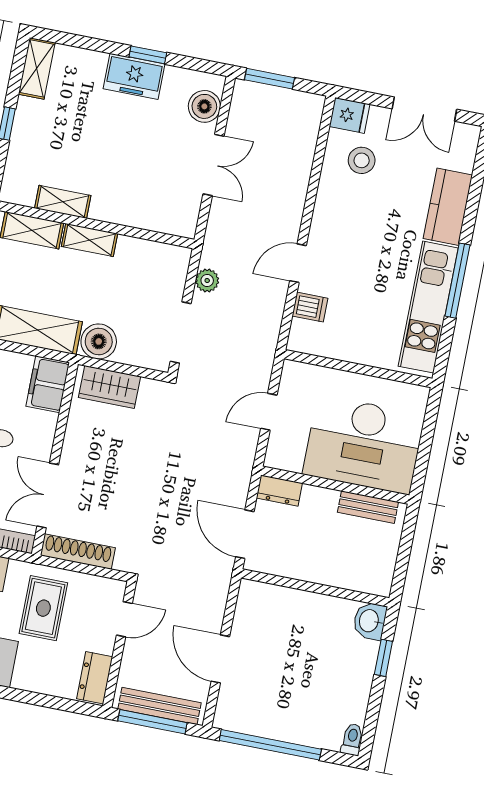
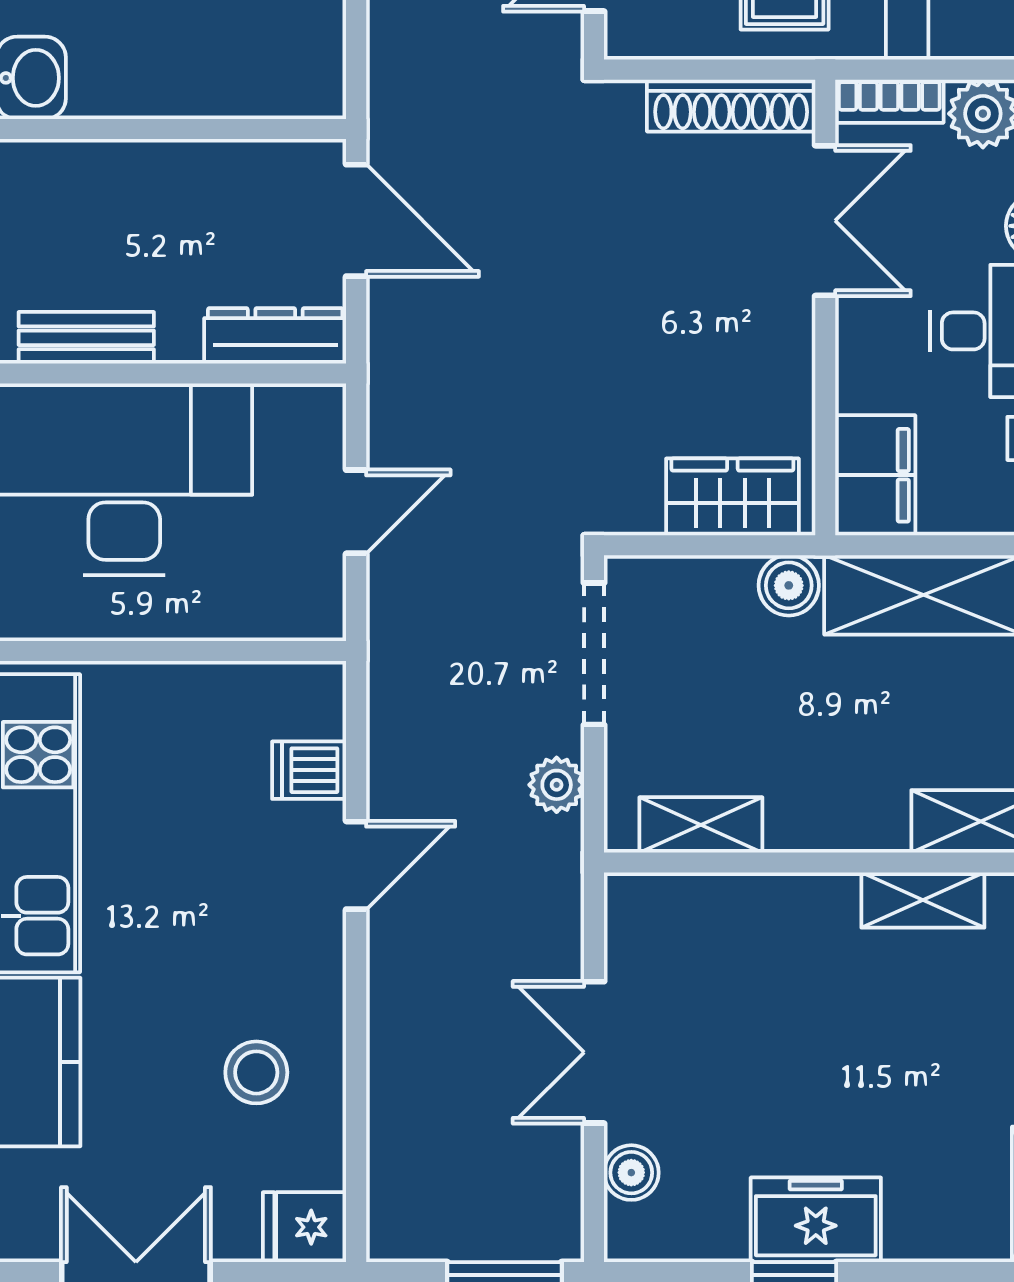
boiler: (204, 106) -> (631, 1173), width x0.73, depth x0.73
stool: (362, 160) -> (256, 1072), moved
shelving: (89, 240) -> (701, 825), moved
boiler: (99, 341) -> (789, 585), width x0.73, depth x0.73
dresser: (279, 491) -> (275, 336), width x1.44

